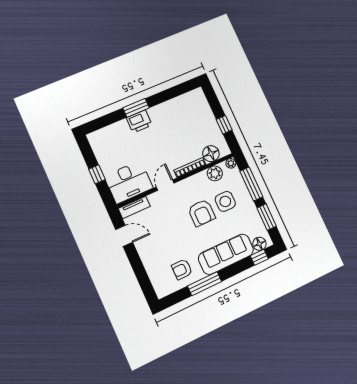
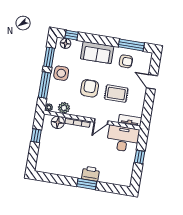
side table: (225, 201) -> (61, 73), moved
rug: (169, 227) -> (116, 94), added
door: (124, 236) -> (152, 82), moved
sofa: (226, 254) -> (97, 53), width x0.73
window: (205, 284) -> (131, 45), moved

